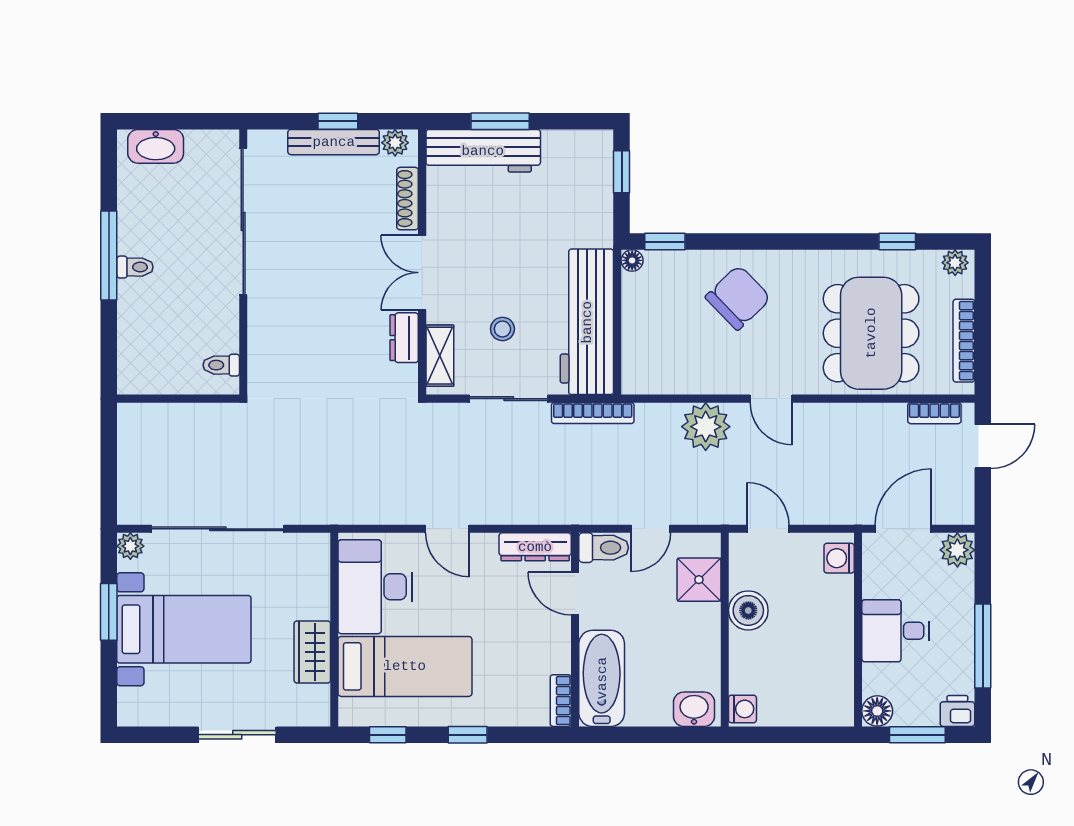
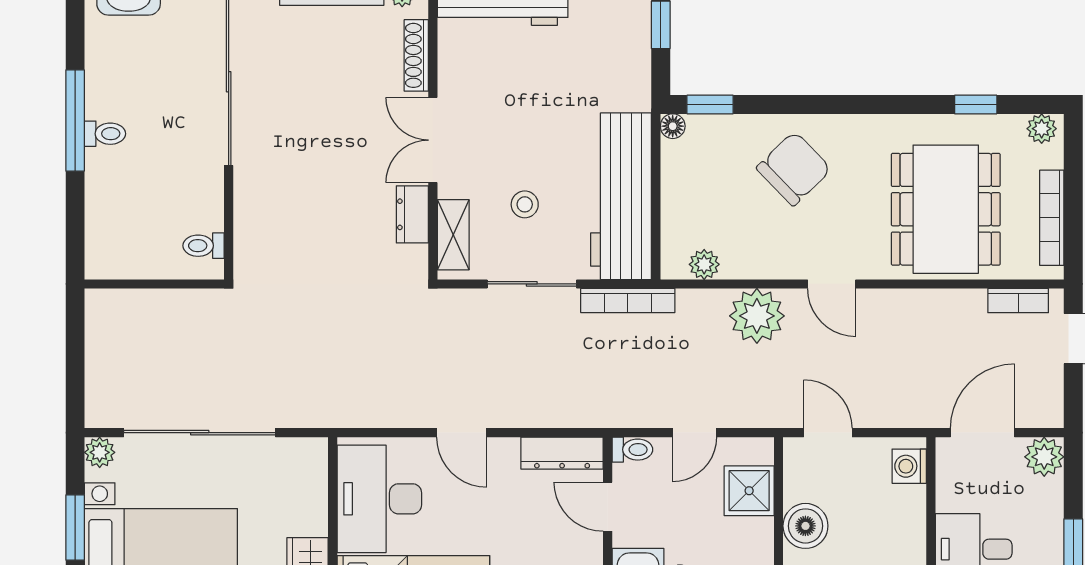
plant: (660, 382) -> (704, 264), added
toilet: (604, 548) -> (632, 450), width x0.73, depth x0.72

